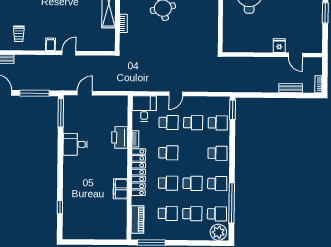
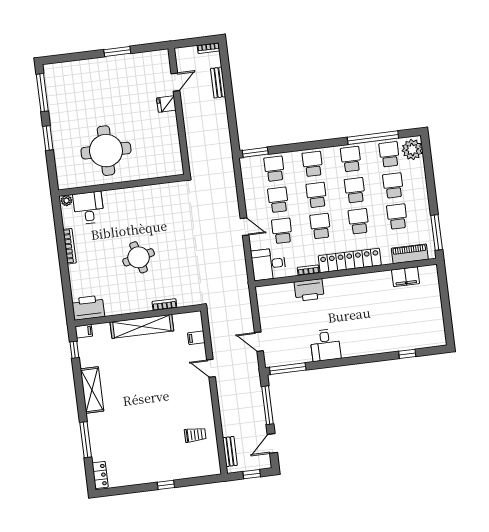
filing cabinet: (50, 44) -> (196, 338), moved
school desk: (193, 153) -> (316, 195), added
filing cabinet: (120, 189) -> (405, 277), moved

